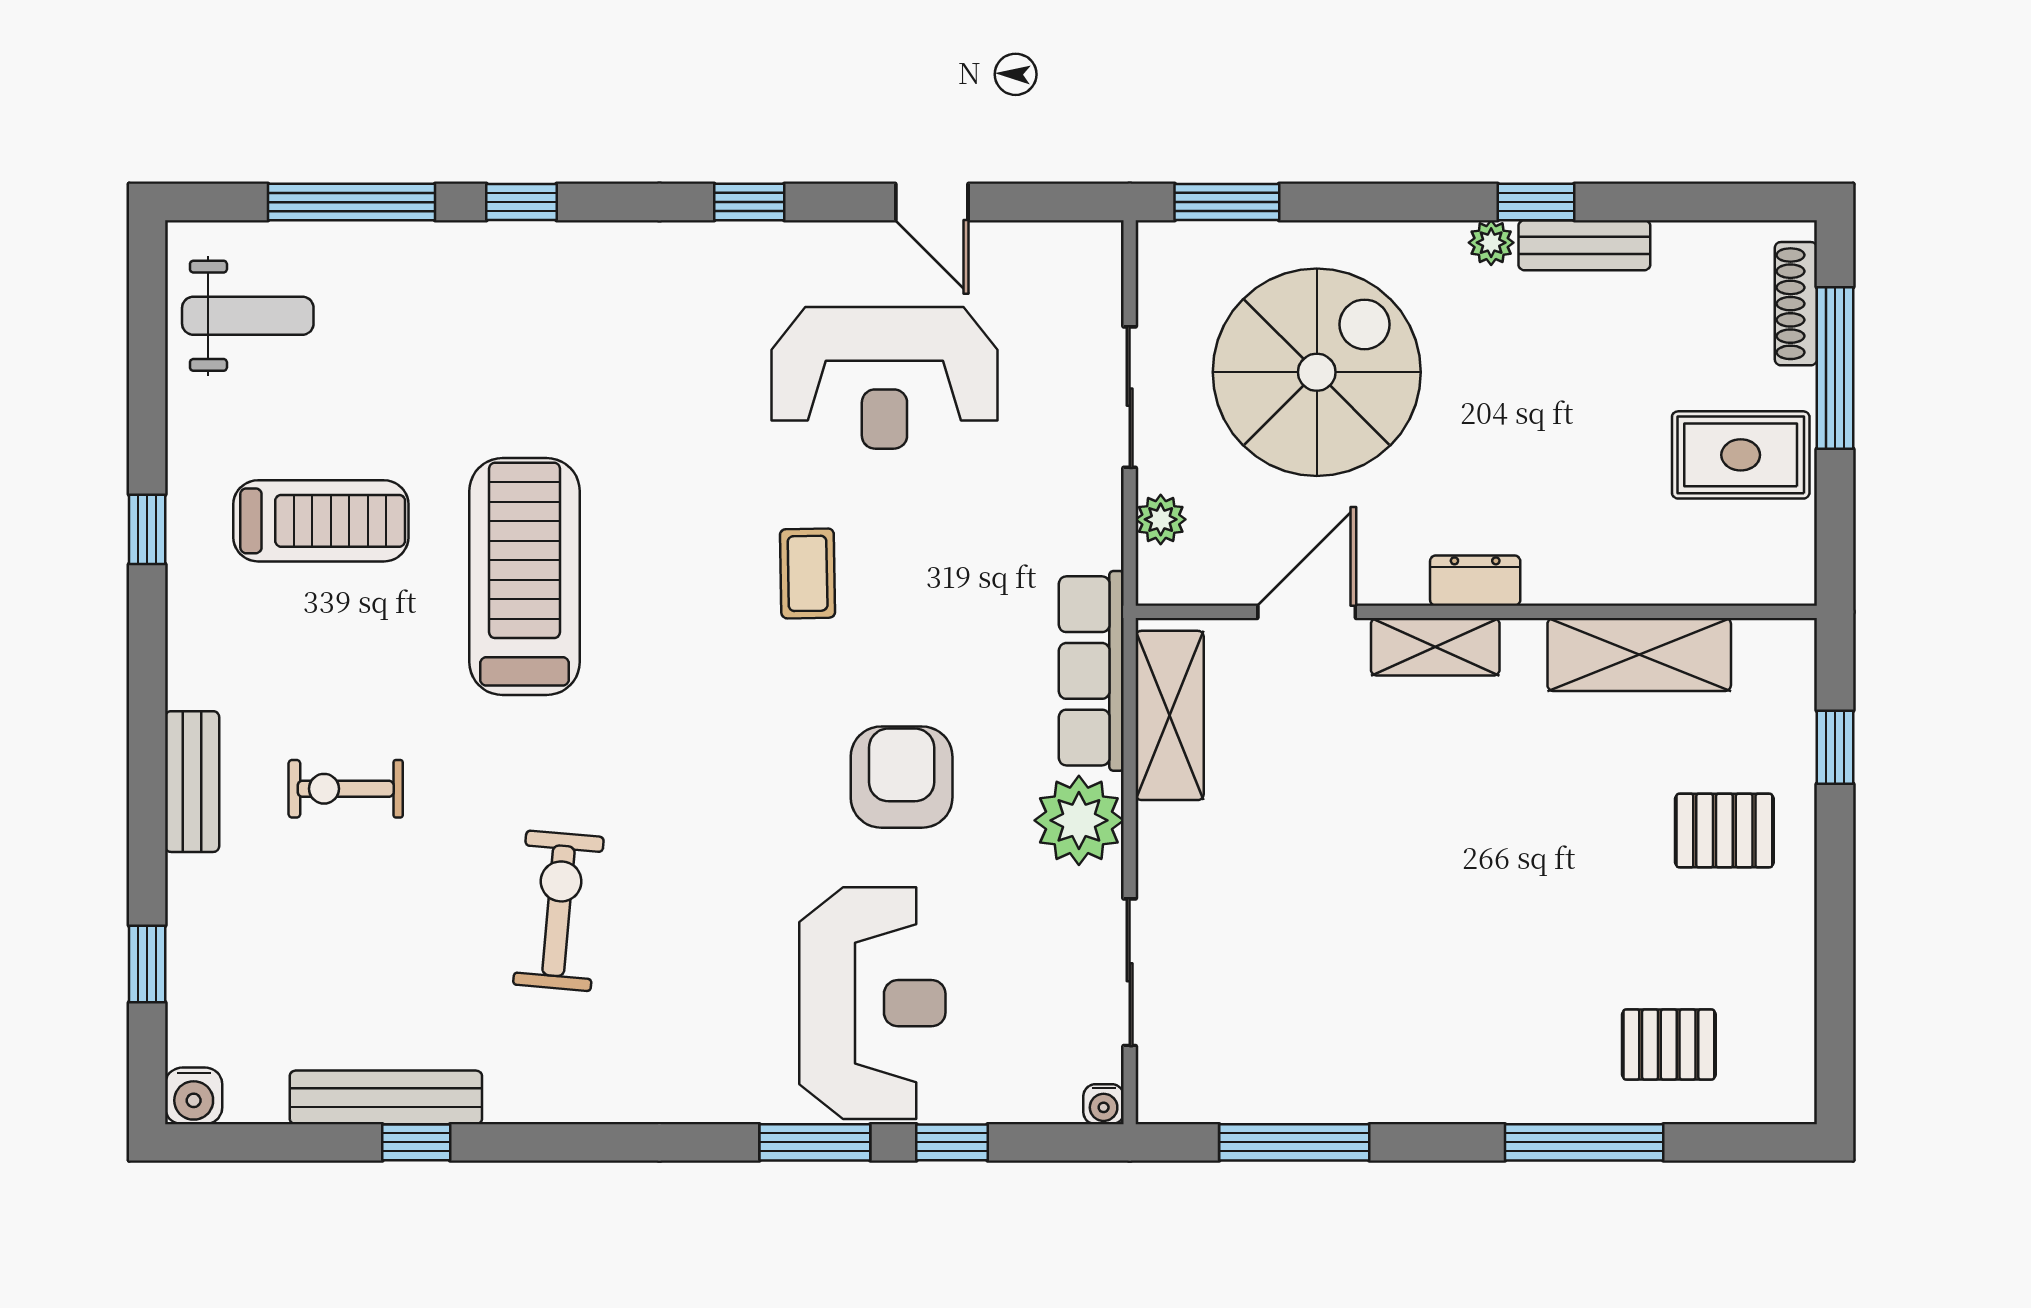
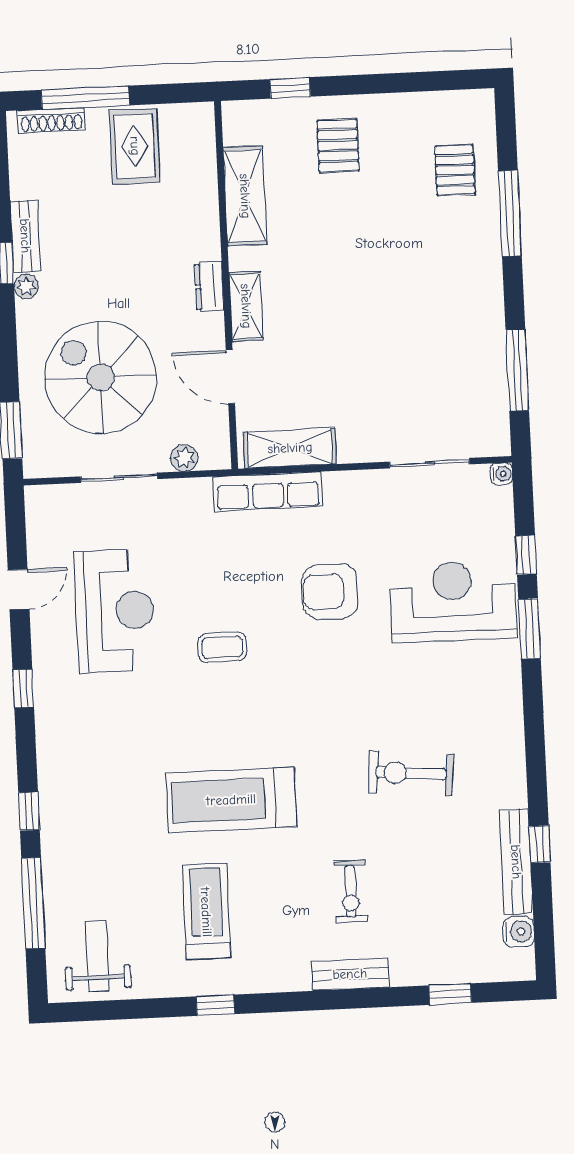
plant: (1079, 820) -> (349, 494), removed
water cooler: (194, 1096) -> (519, 932), moved

